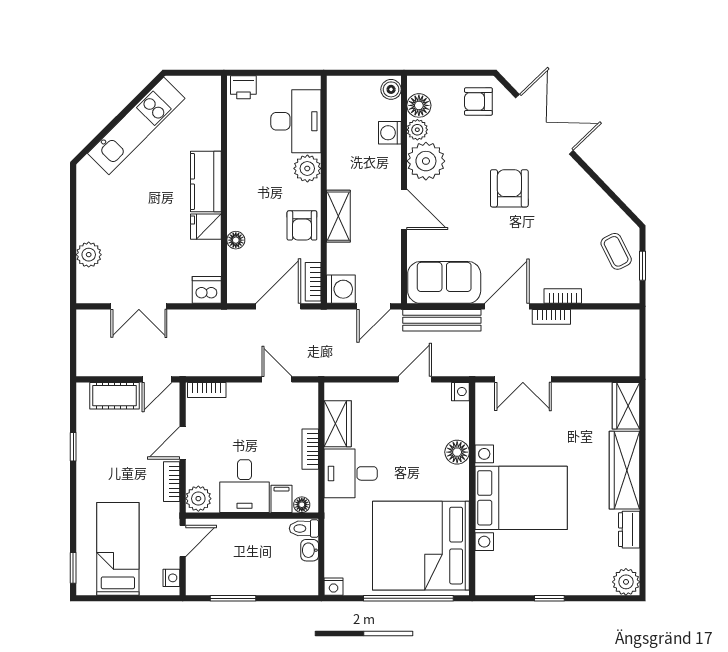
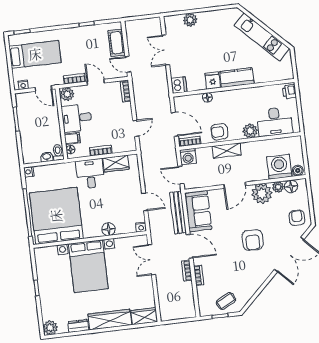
washing machine: (390, 133) -> (279, 167), width x1.89, depth x1.89
armchair: (509, 188) -> (253, 240), turned 90

